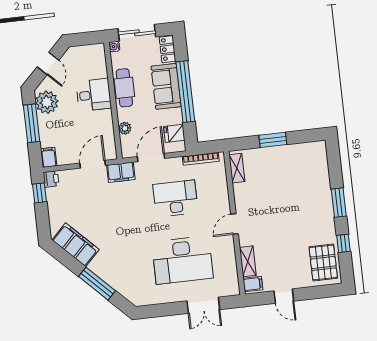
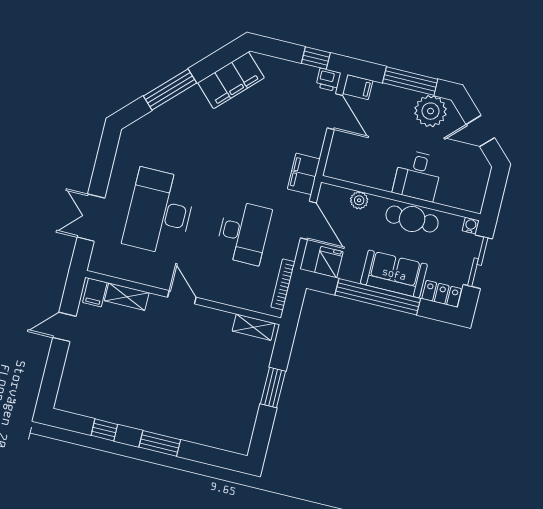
door: (93, 164) -> (335, 112), moved
pallet: (323, 262) -> (89, 394), removed

